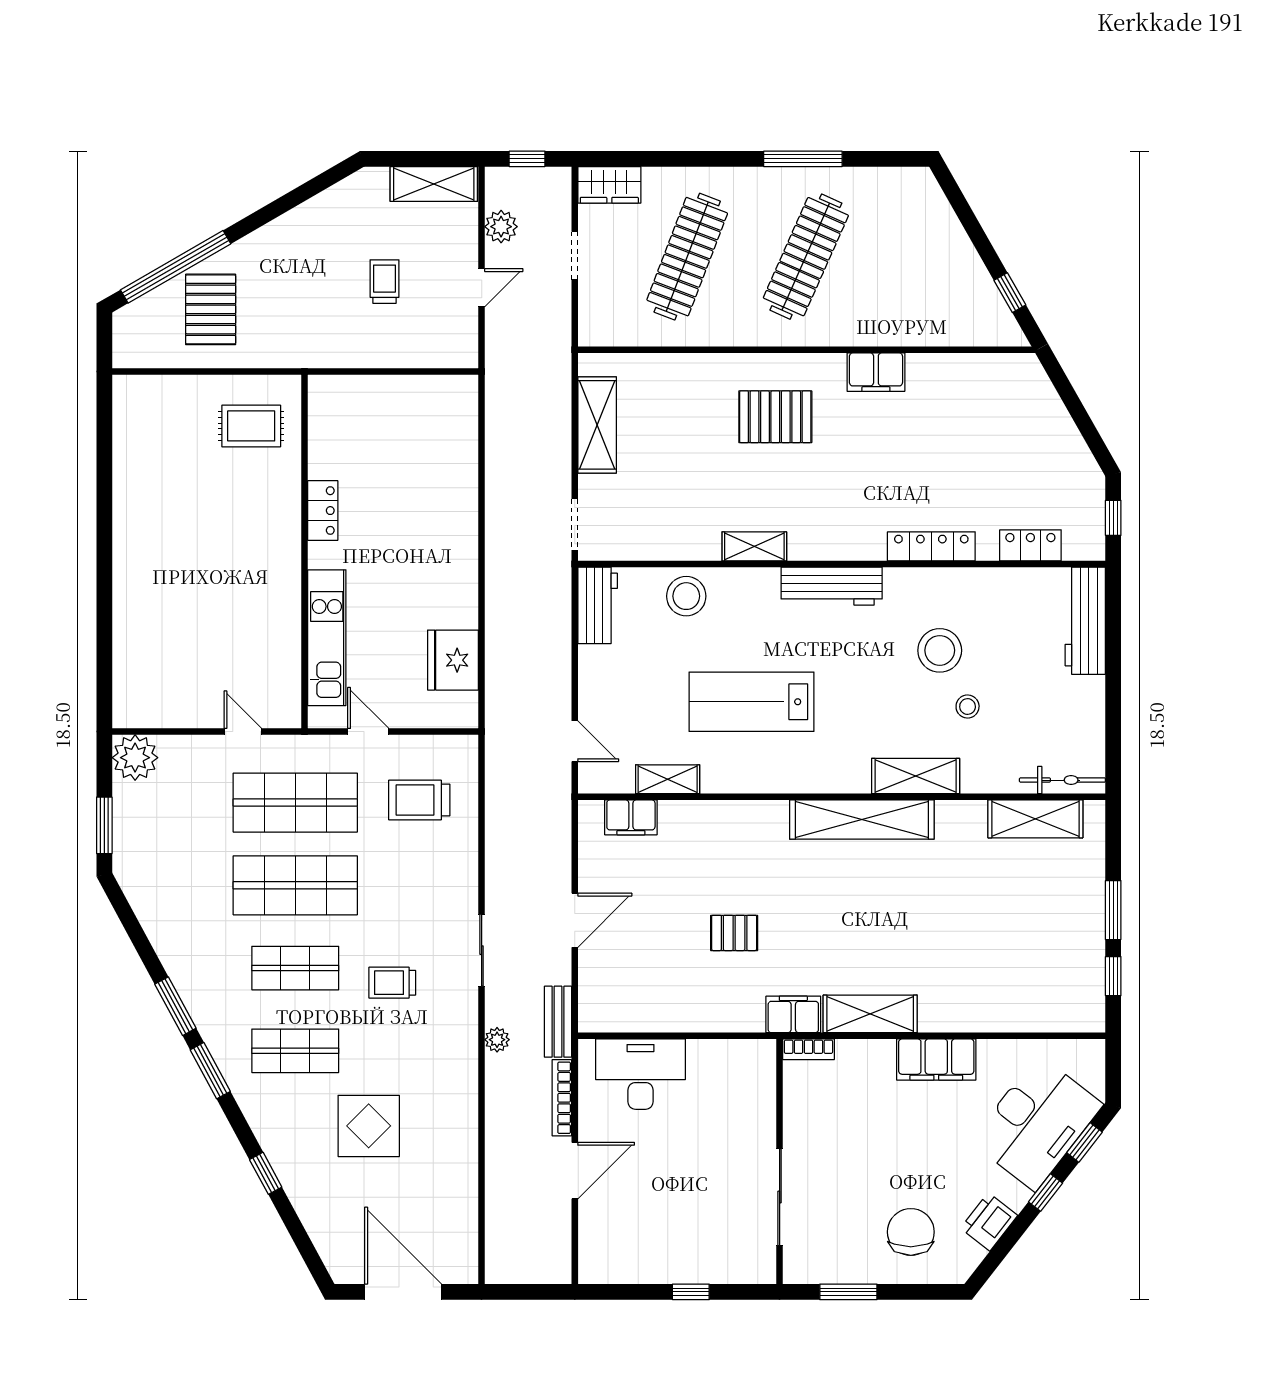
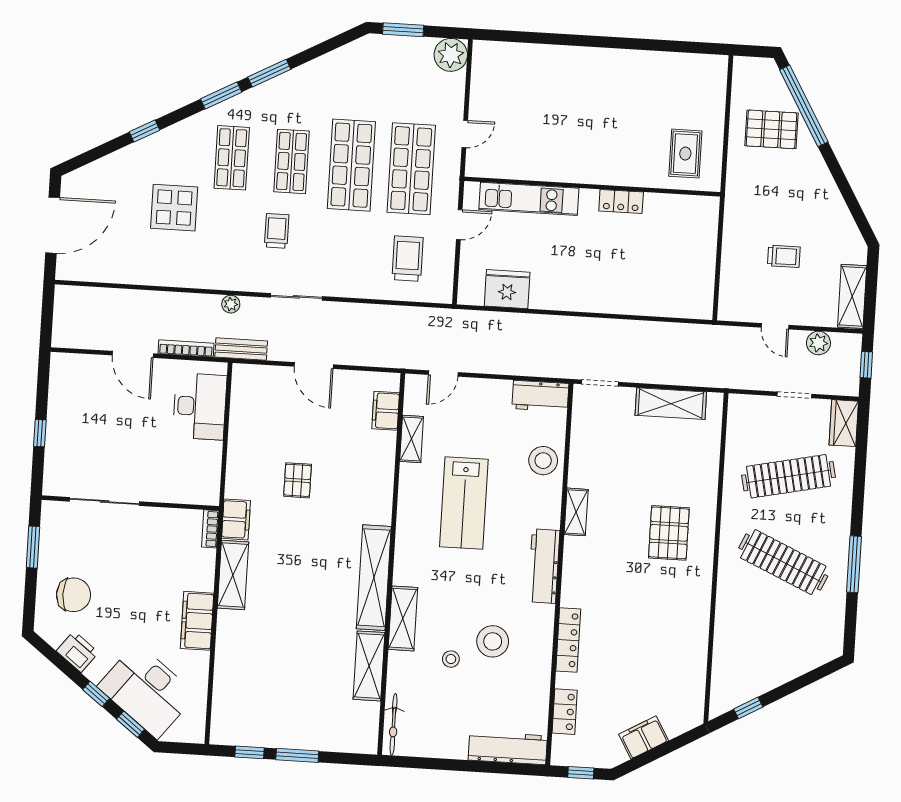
clothes rail: (687, 257) -> (789, 476), turned -33
filing cabinet: (876, 372) -> (644, 737), moved, turned 60
lab bench: (751, 702) -> (464, 503), turned 180
shelving: (1035, 819) -> (369, 666), moved

